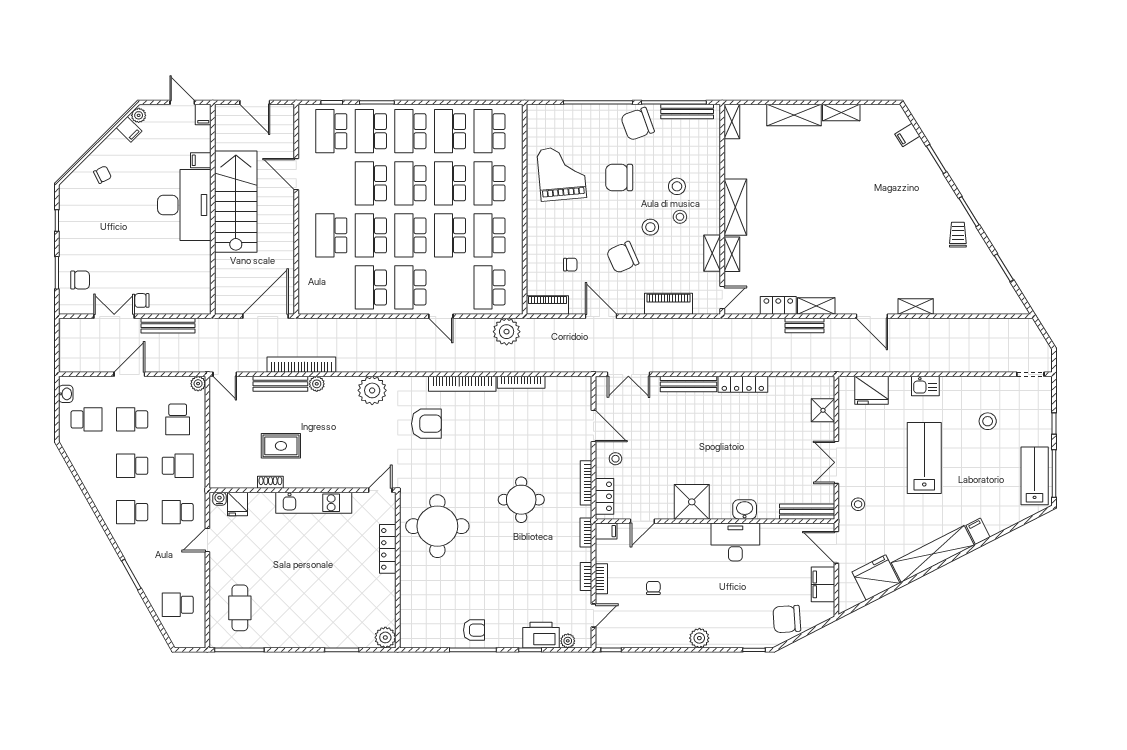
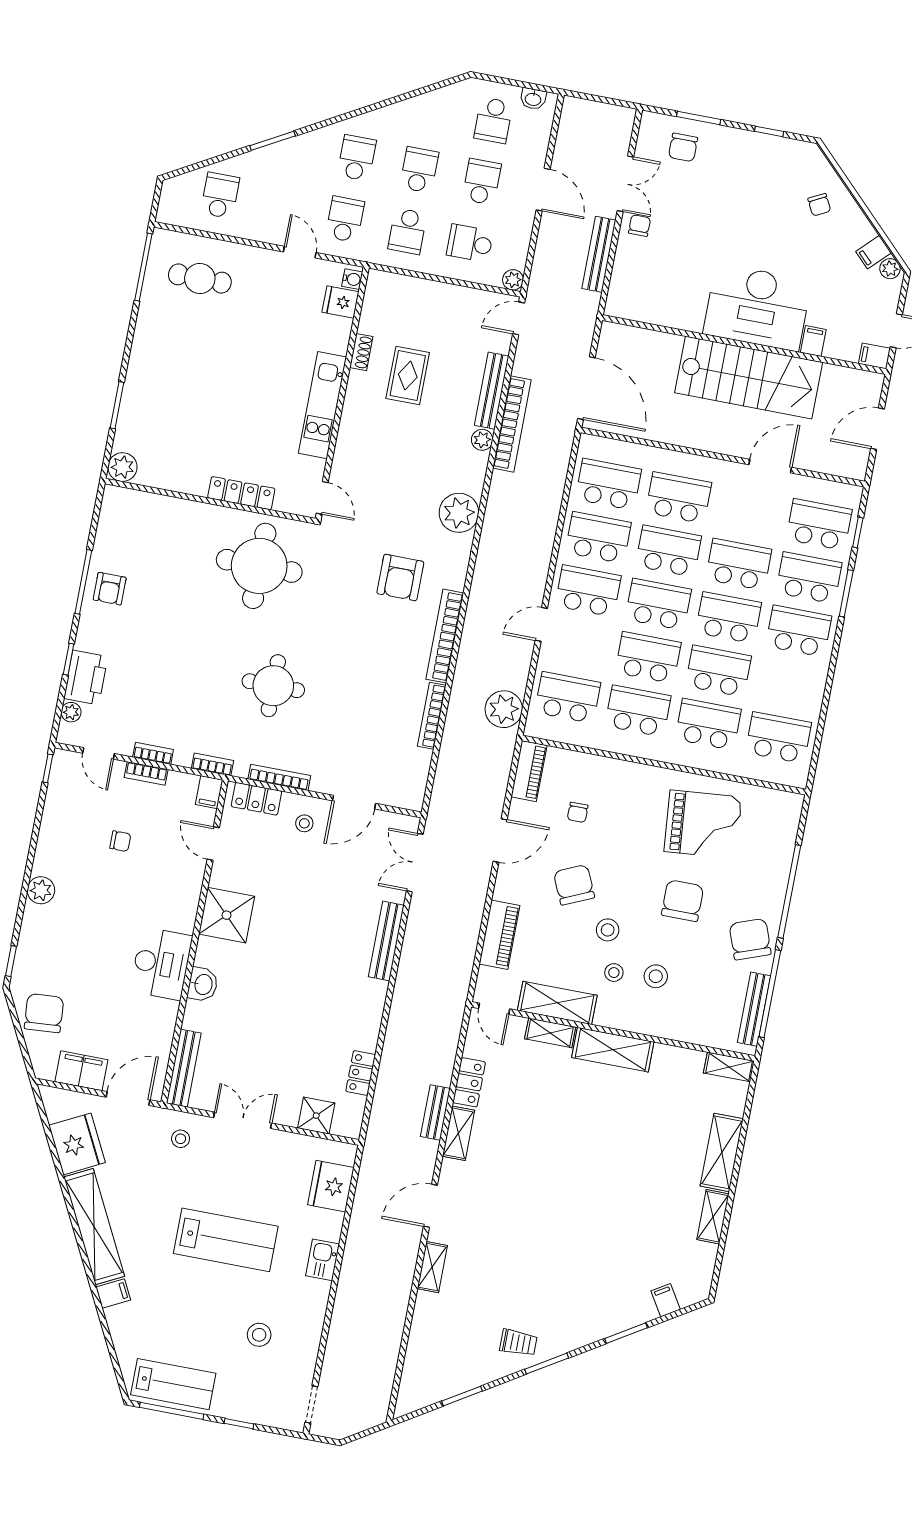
school desk: (450, 131) -> (608, 484), moved
shelving: (712, 253) -> (557, 1003), width x1.50, depth x1.33
locker: (743, 384) -> (361, 1073), moved, width x0.66

